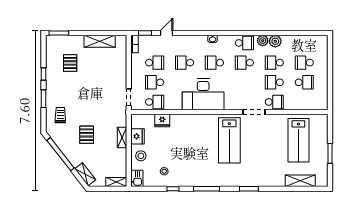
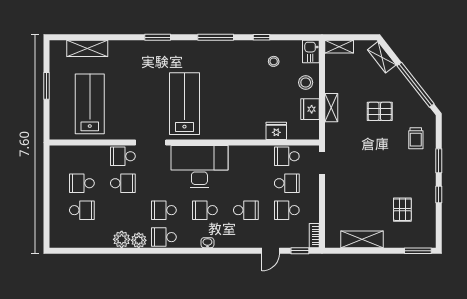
school desk: (214, 63) -> (205, 210), turned 180
school desk: (244, 63) -> (164, 210), turned 180
school desk: (274, 63) -> (123, 210), removed
desk: (203, 94) -> (199, 167), moved
pallet: (87, 135) -> (380, 111), turned 90

